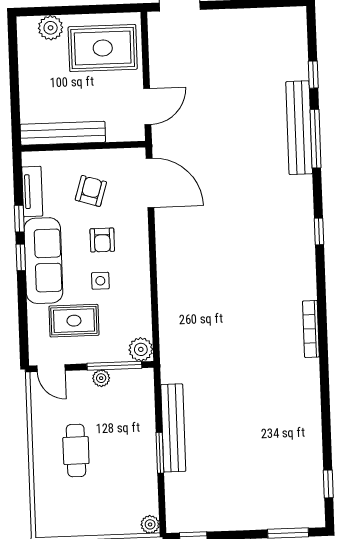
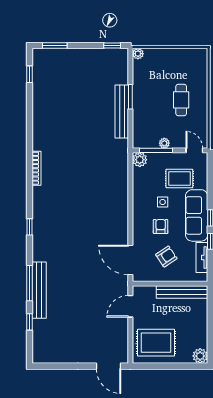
plant: (51, 28) -> (200, 356), moved
armchair: (91, 191) -> (166, 256), turned -141

